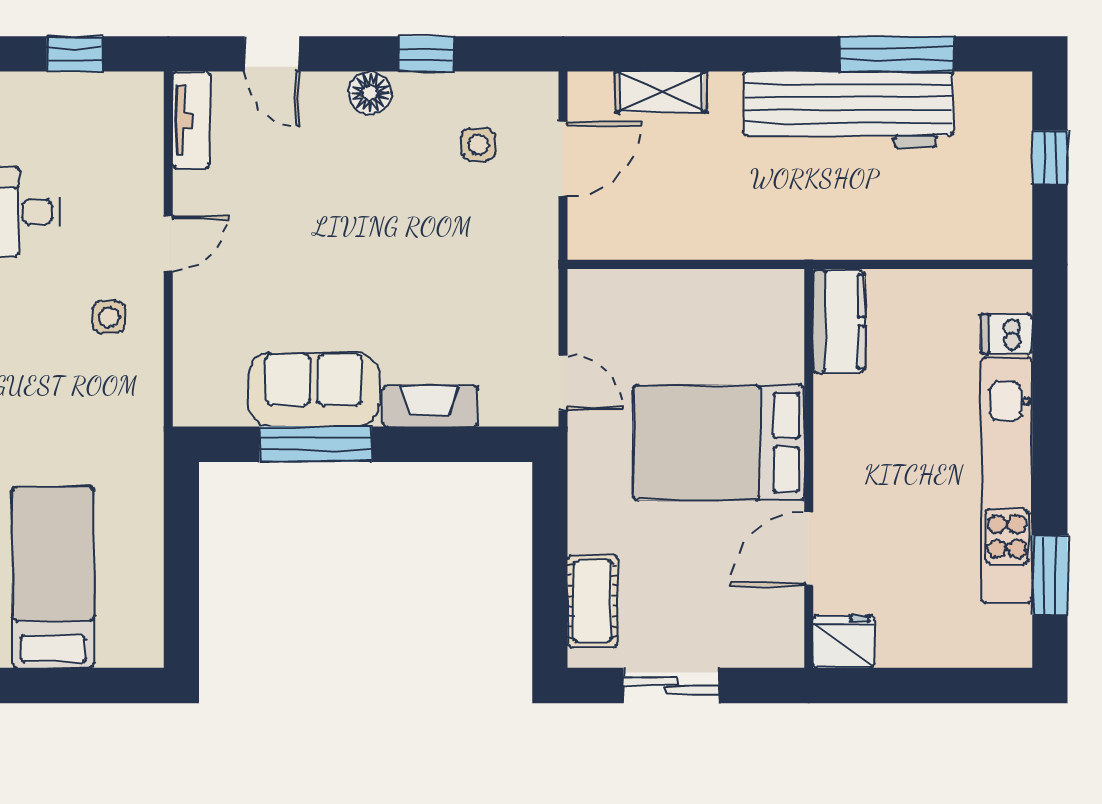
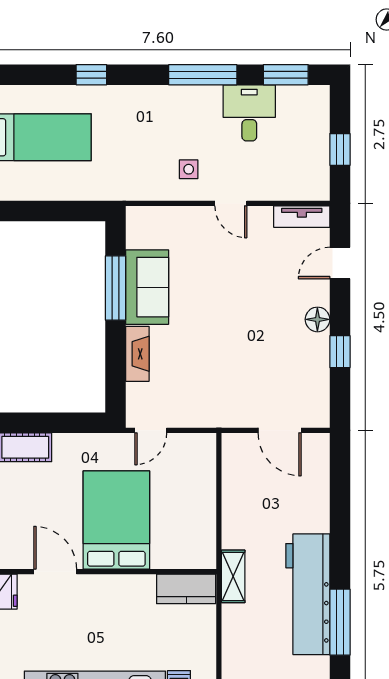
shelving: (661, 92) -> (233, 576), moved
side table: (478, 144) -> (288, 382), removed

